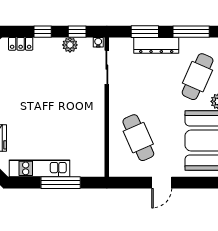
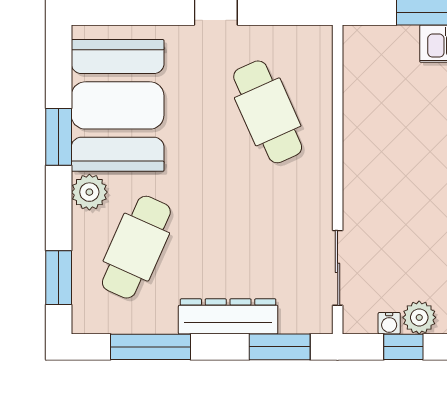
window: (145, 32) -> (280, 347), moved
water cooler: (98, 42) -> (389, 323), moved

